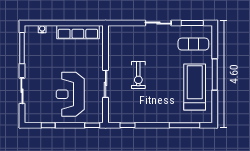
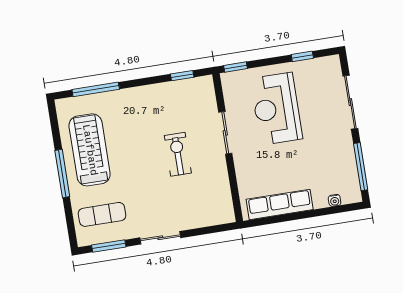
treadmill: (195, 87) -> (90, 150), turned 180
sliding door: (22, 91) -> (350, 102), width x1.37
reception desk: (70, 94) -> (276, 109), turned 180

